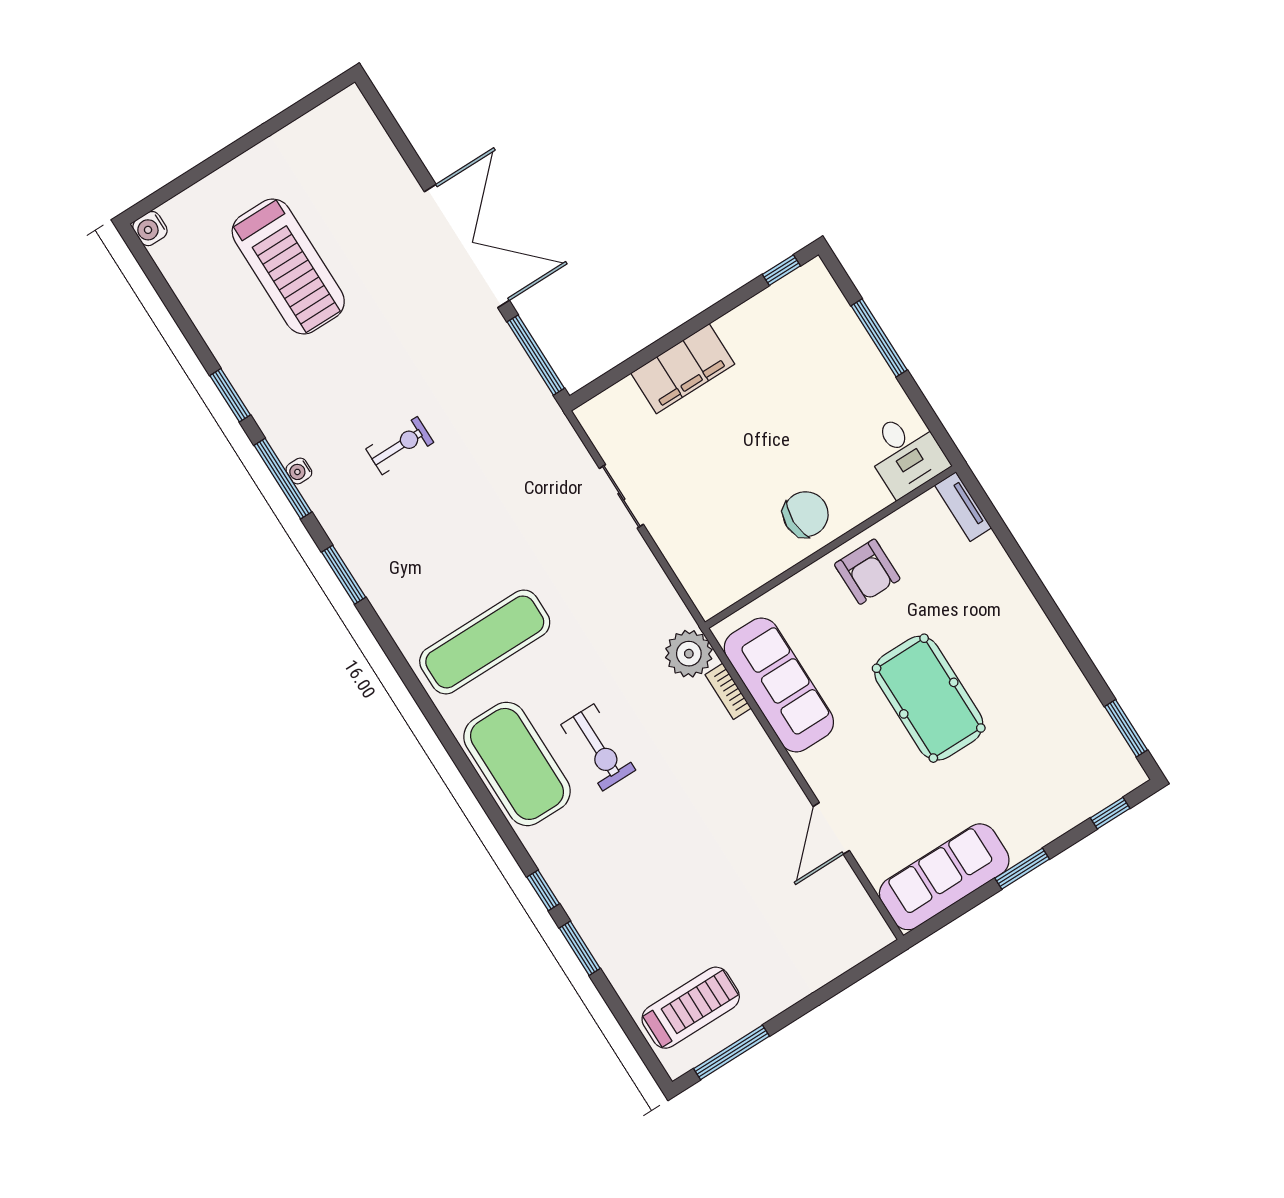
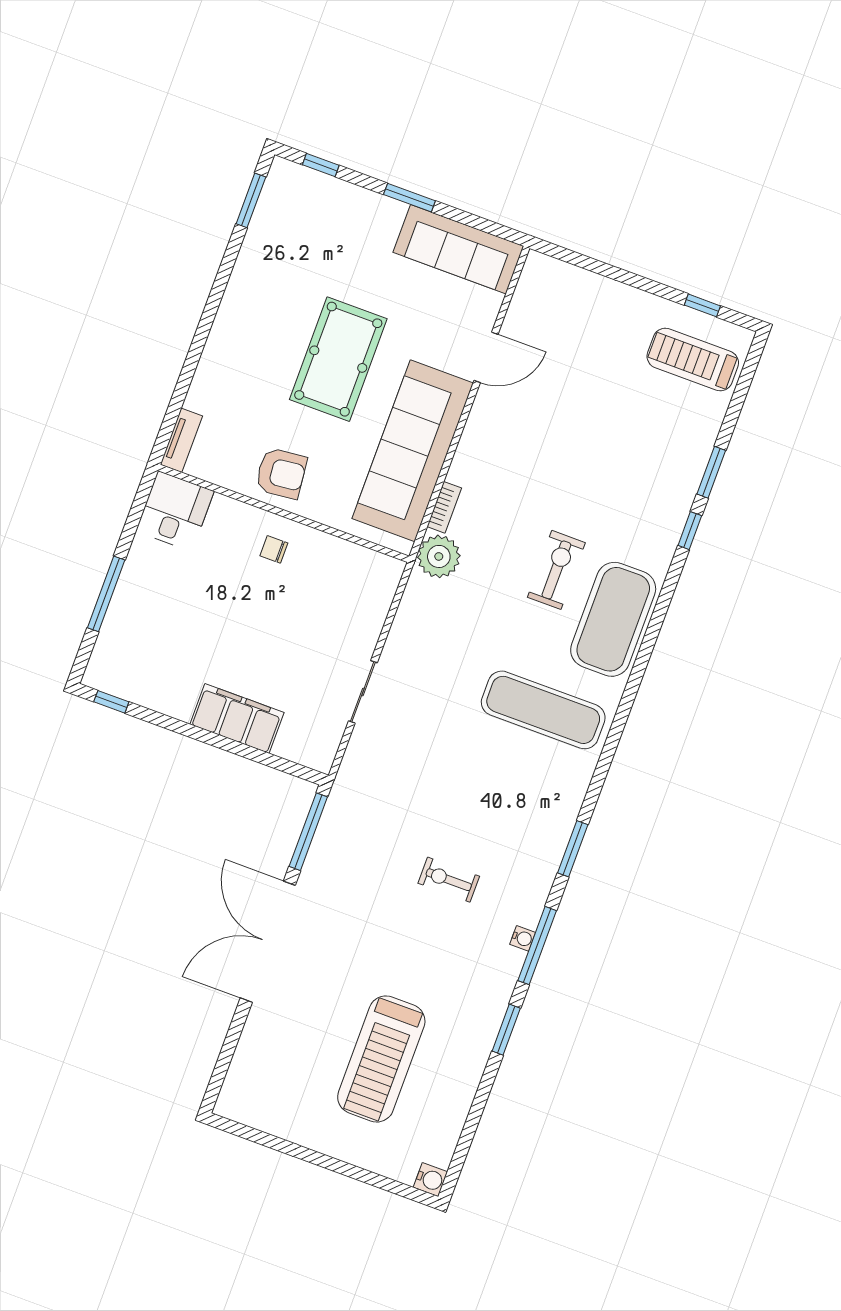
treadmill: (288, 266) -> (381, 1059), turned 180
chair: (806, 514) -> (274, 549), width x0.54, depth x0.54
armchair: (867, 572) -> (281, 473), turned 84
sofa: (779, 685) -> (413, 451), width x1.36, depth x1.27
window: (731, 1052) -> (702, 305), width x0.46

